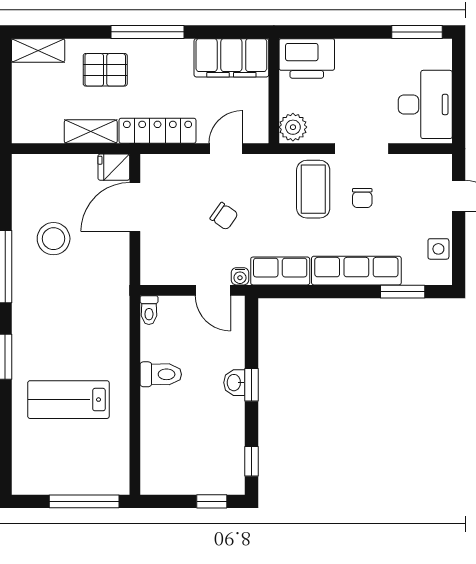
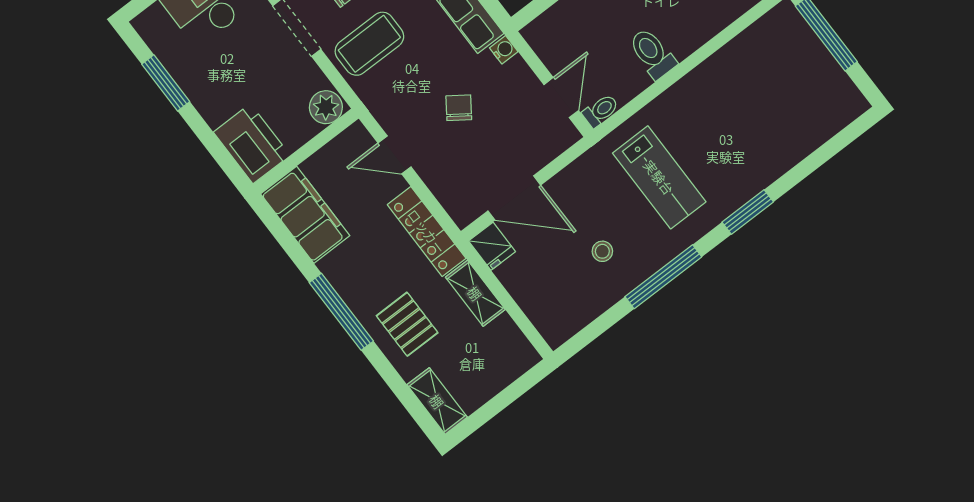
window: (417, 32) -> (166, 83), moved
stool: (54, 239) -> (602, 251), width x0.53, depth x0.53
door: (213, 290) -> (561, 98), moved
lab bench: (68, 400) -> (659, 177), moved

